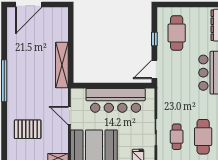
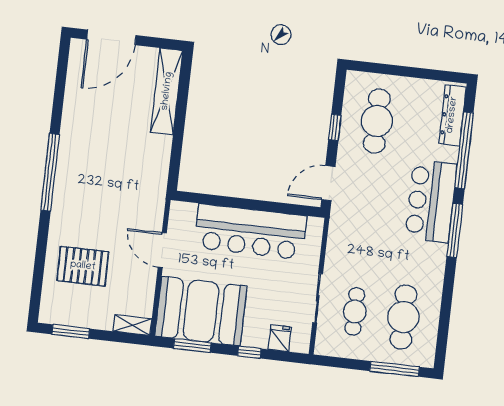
shelving: (62, 65) -> (167, 91), moved

